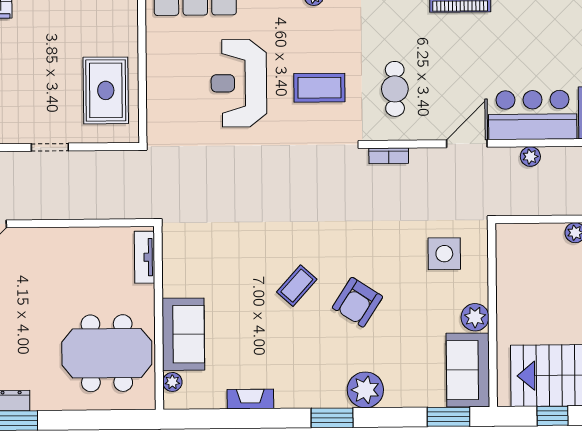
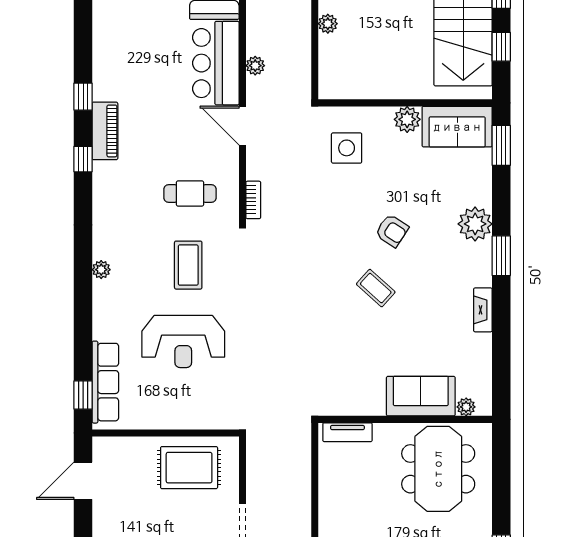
armchair: (358, 302) -> (392, 231), width x0.72, depth x0.72
fireplace: (250, 399) -> (483, 310), moved

